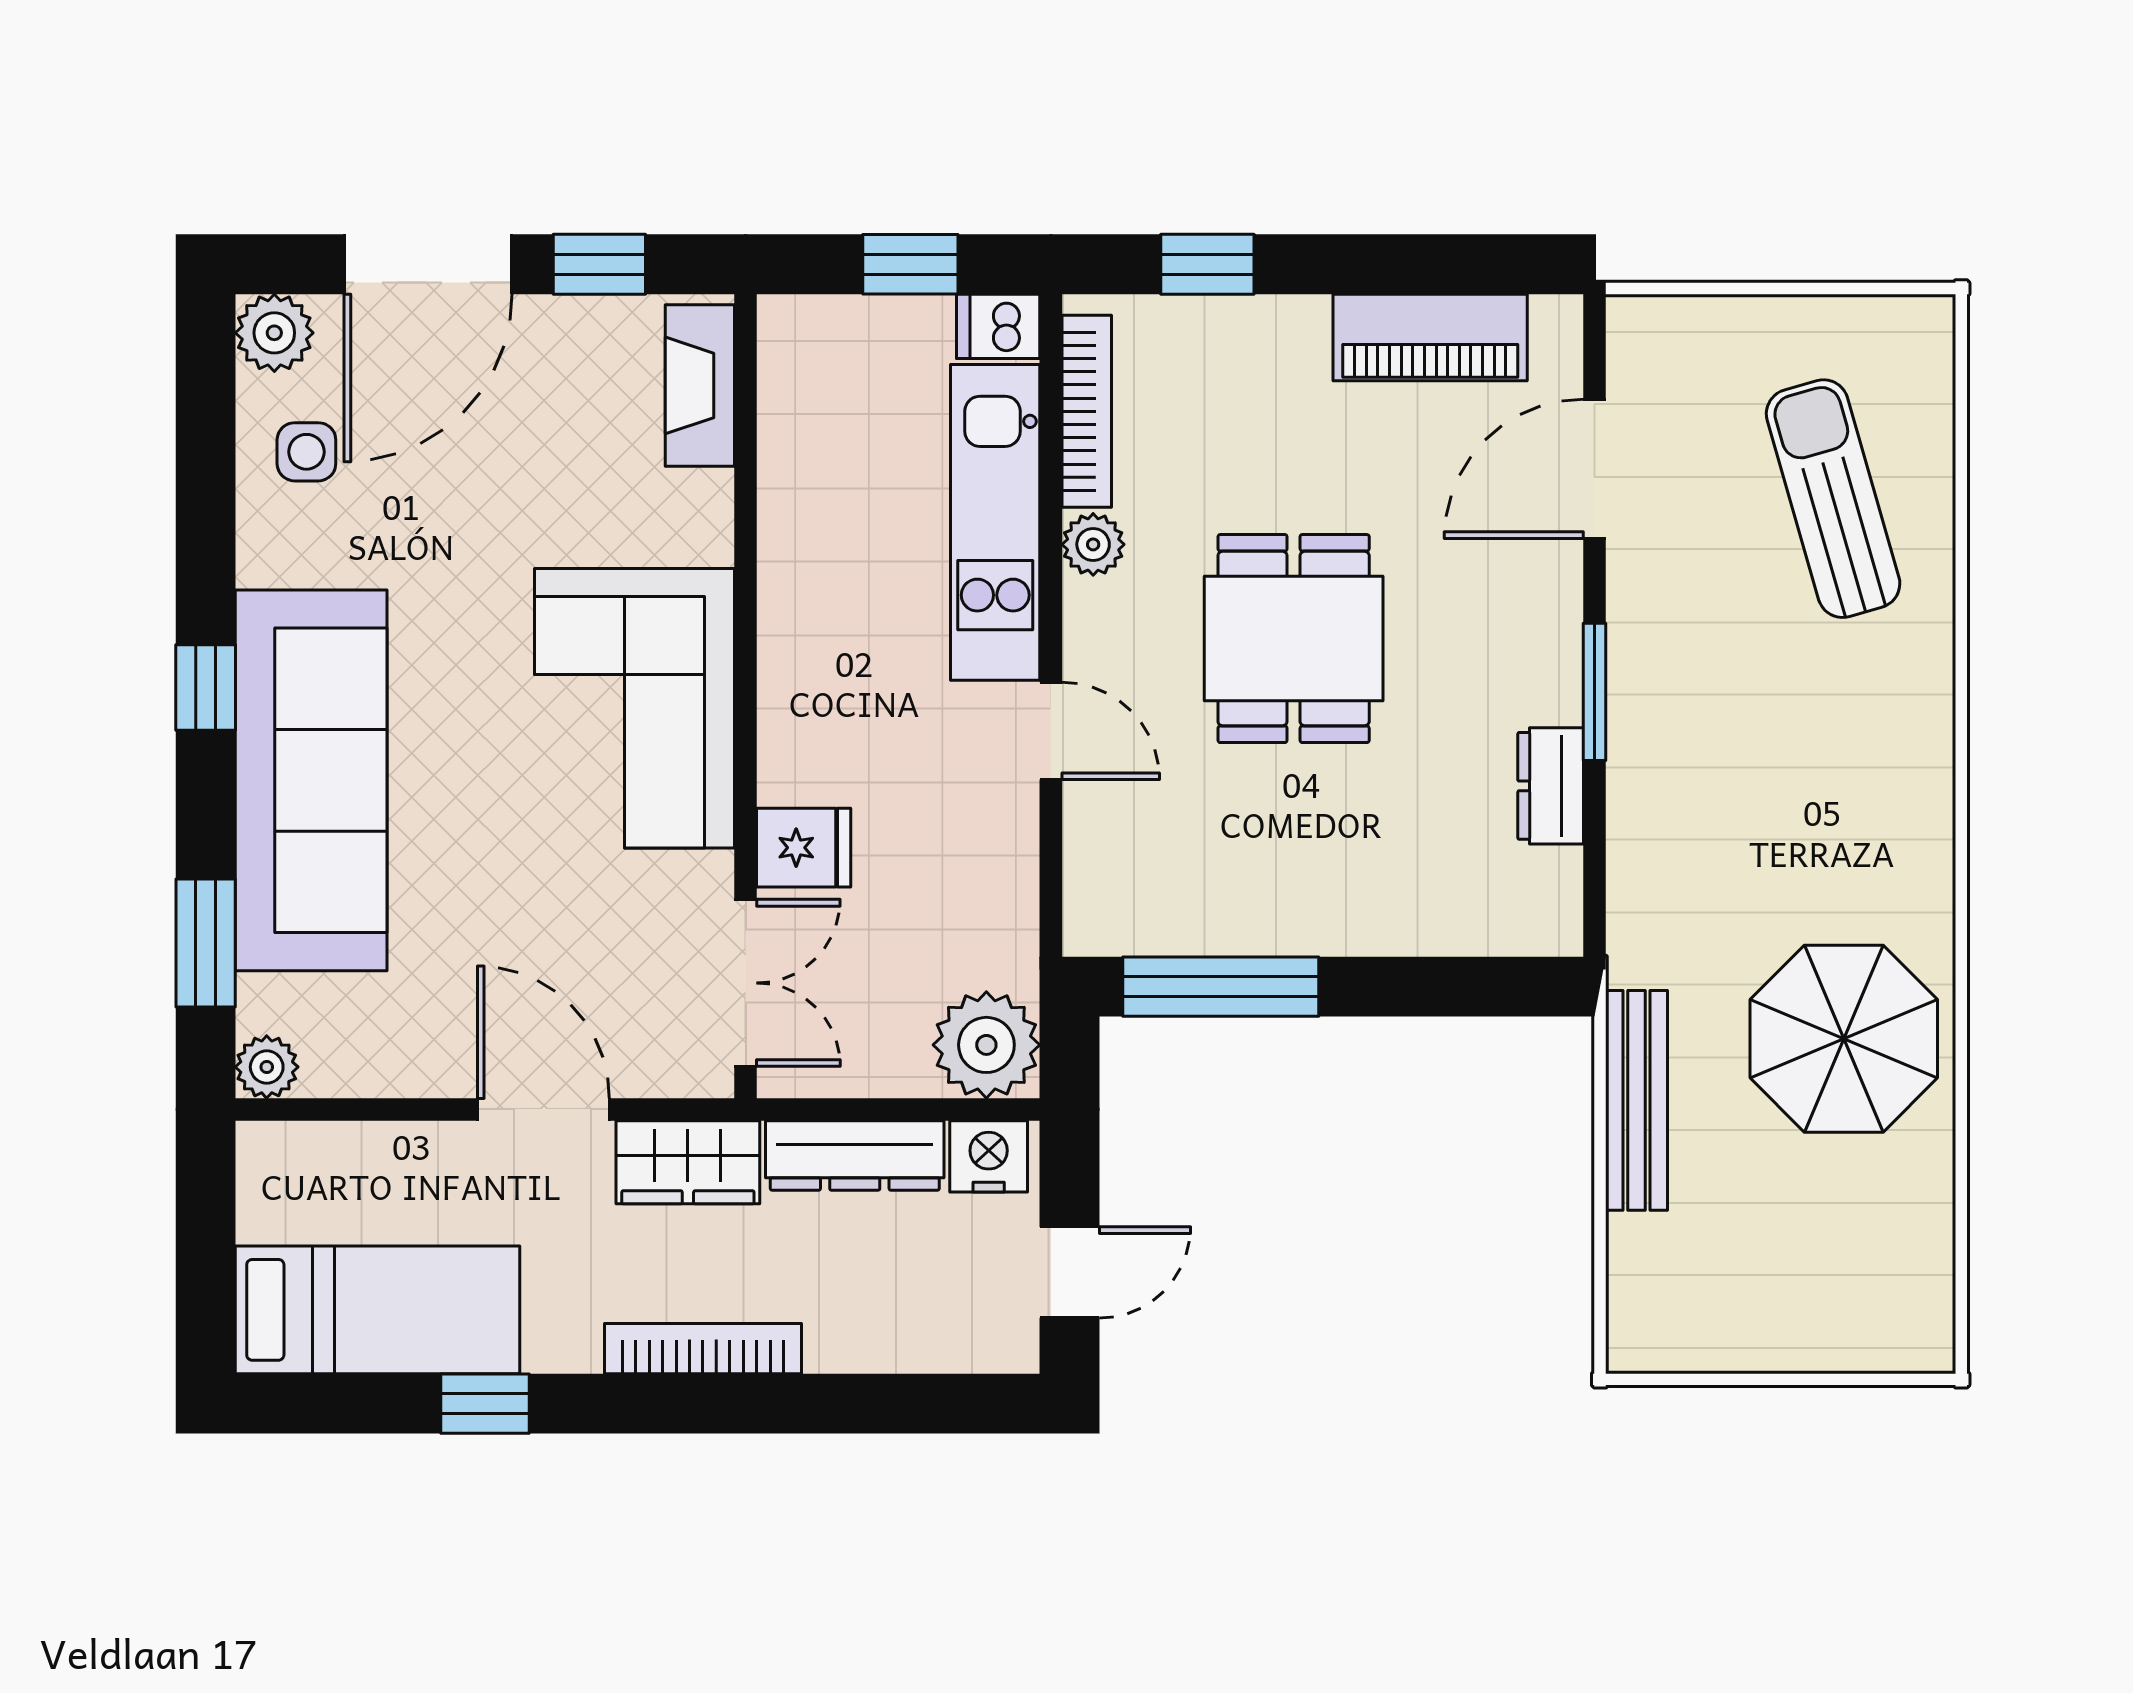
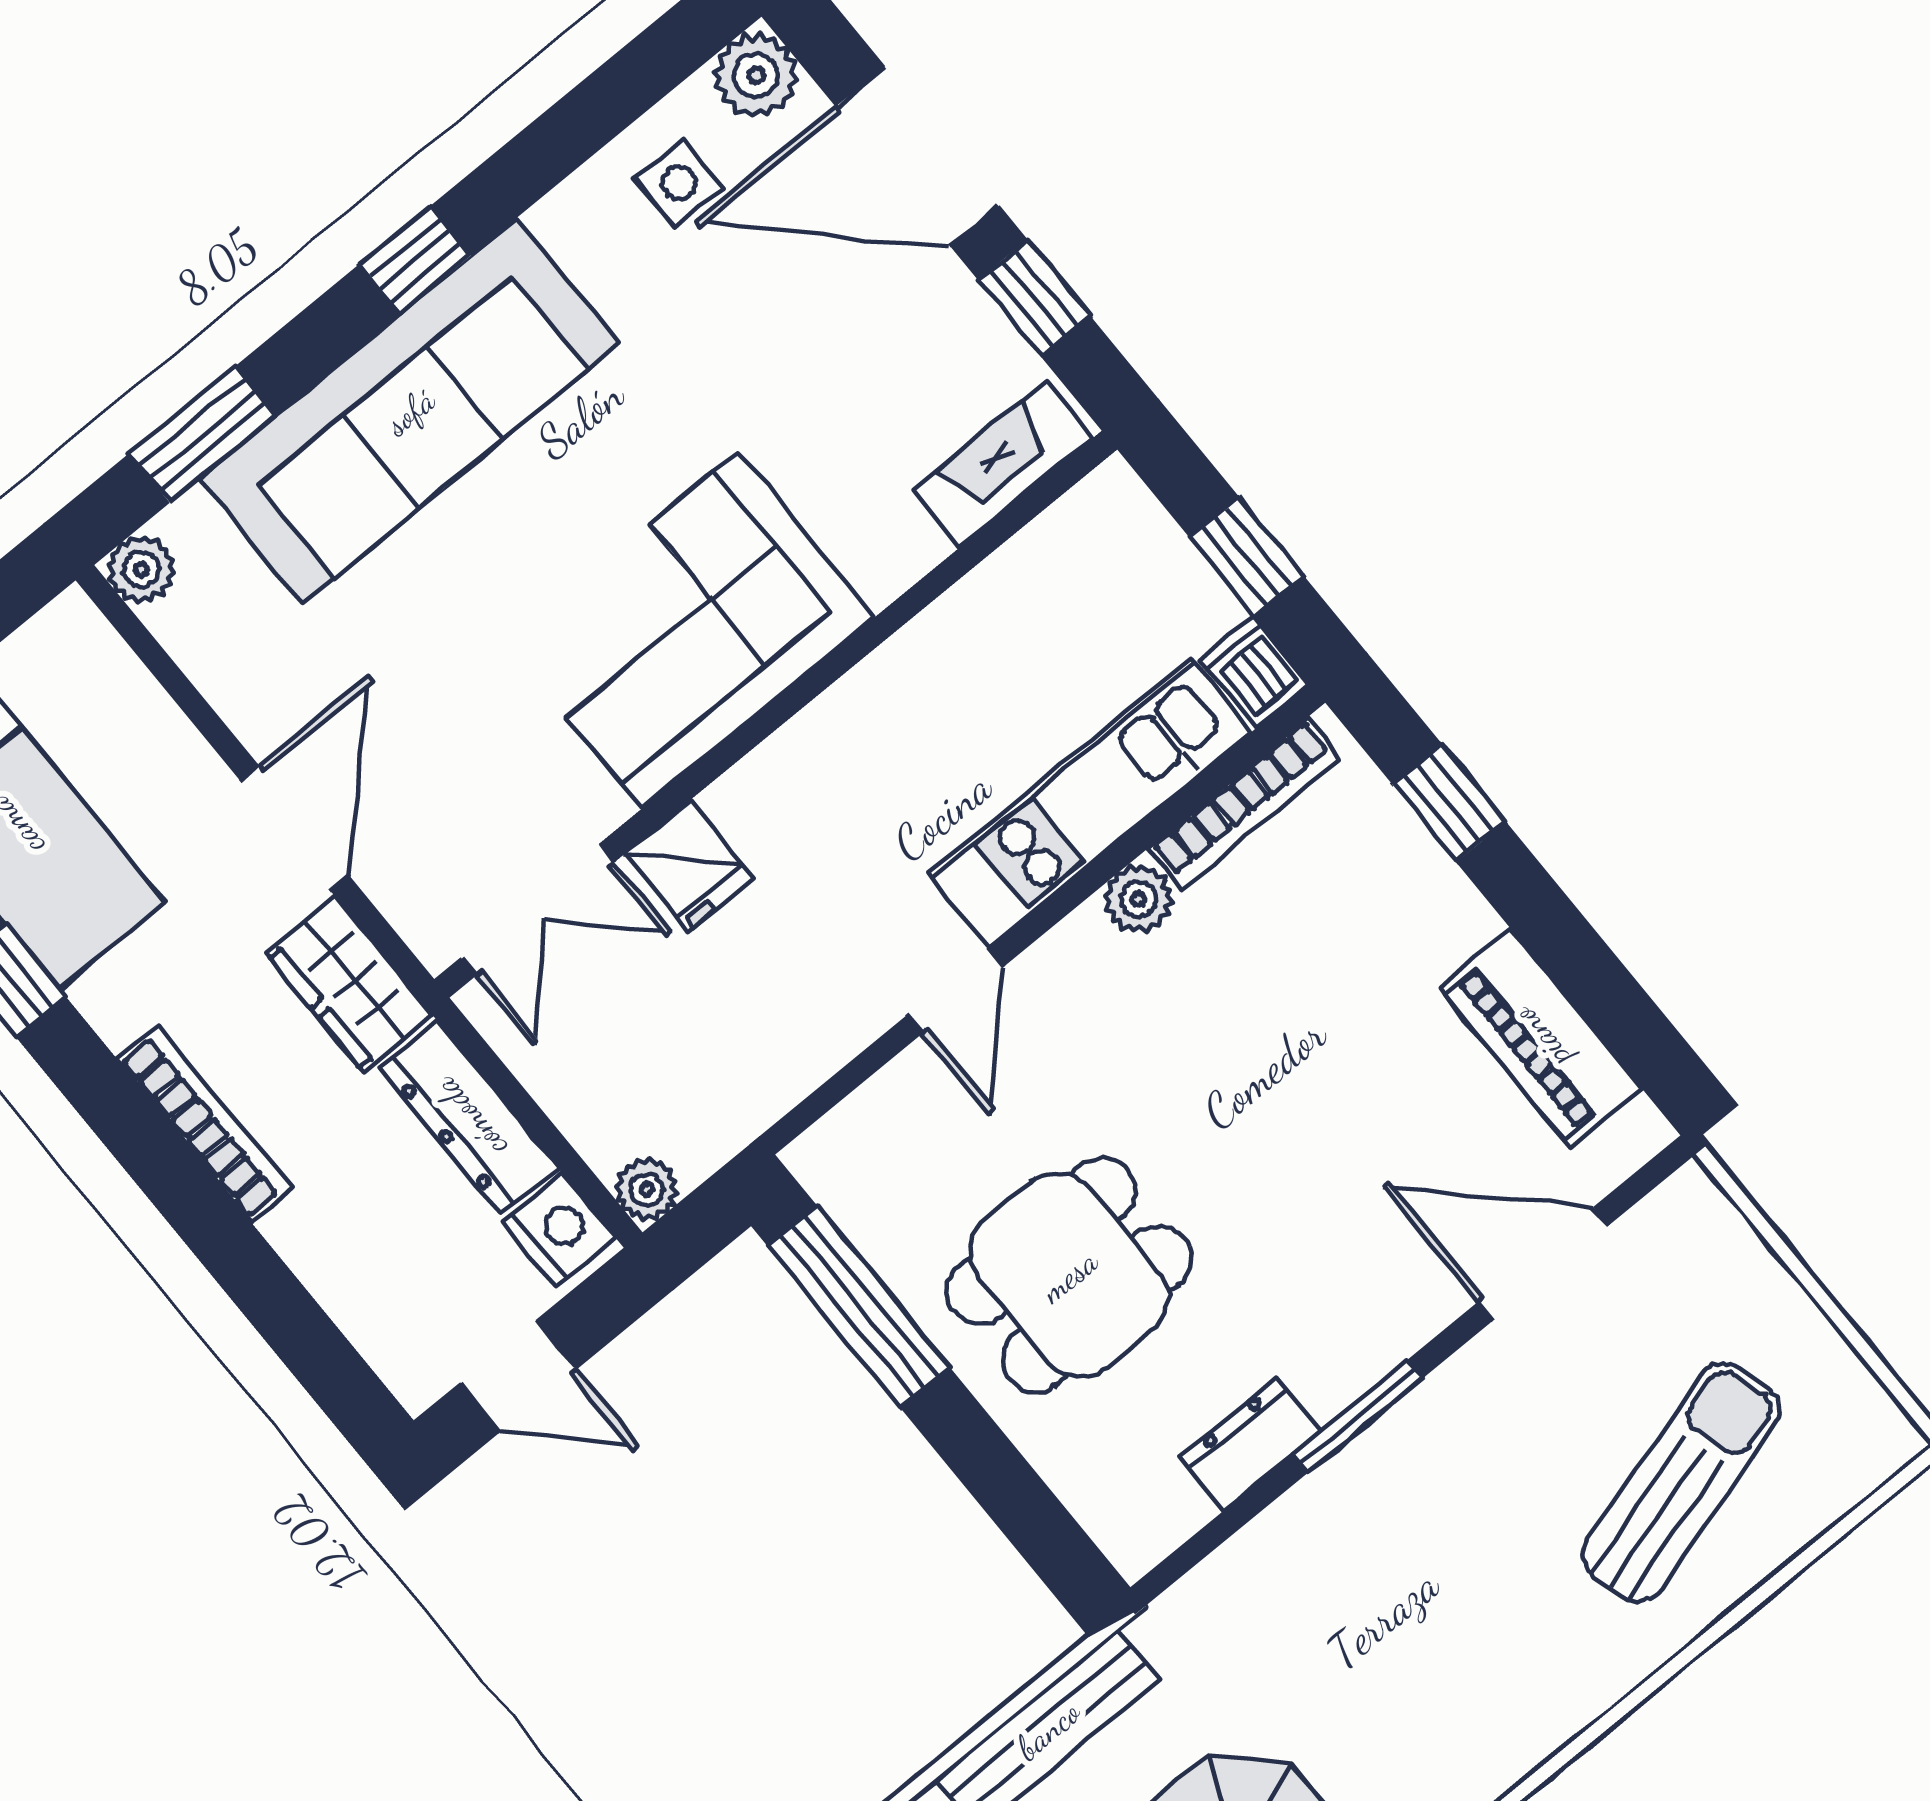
dining table: (1294, 639) -> (1069, 1275), moved
plant: (986, 1045) -> (647, 1189), width x0.53, depth x0.53

